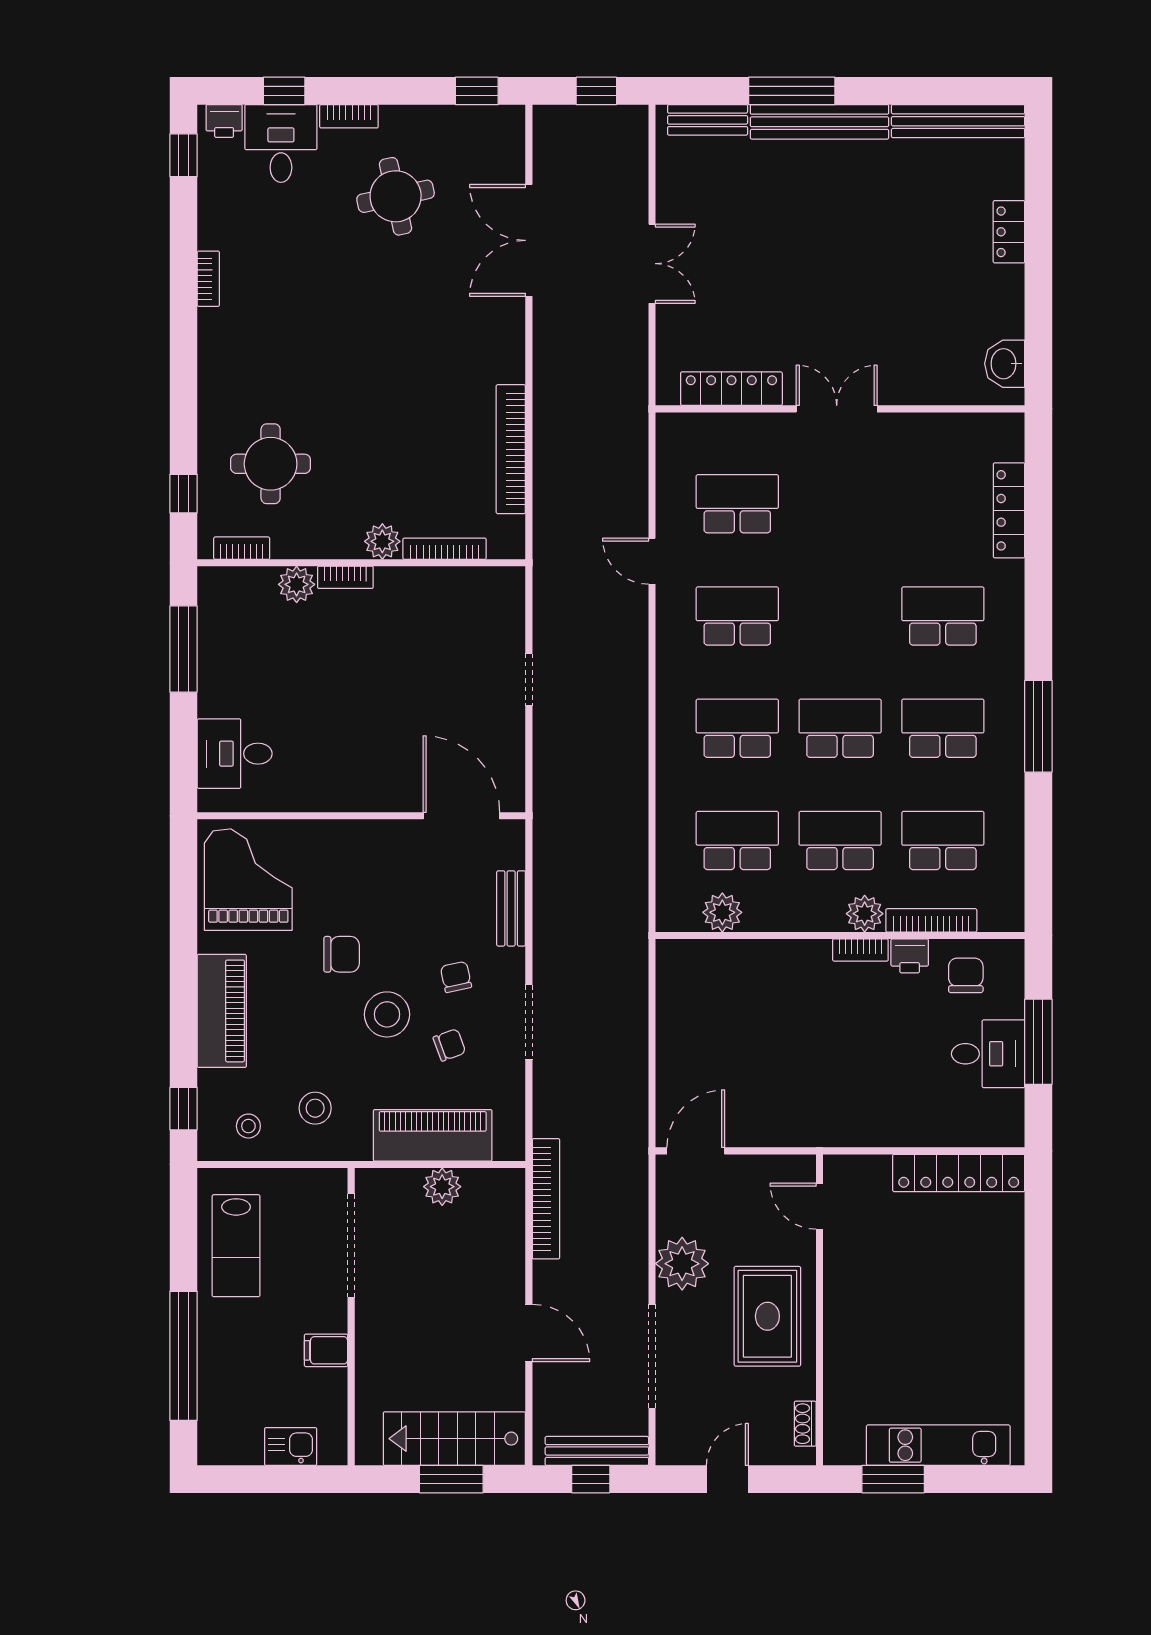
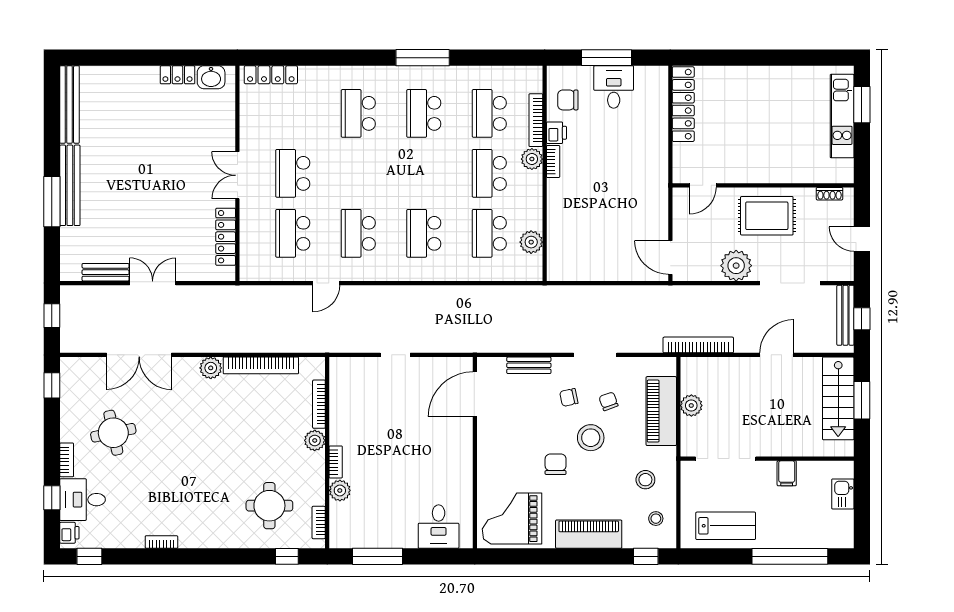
bench: (708, 120) -> (106, 272), moved, turned 90
locker: (1009, 232) -> (177, 75), moved
plant: (507, 363) -> (211, 368), added
locker: (1009, 510) -> (271, 75), moved
school desk: (840, 728) -> (293, 173), moved
window: (893, 1479) -> (862, 105), moved

